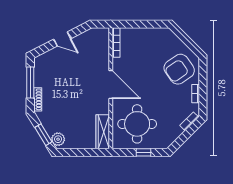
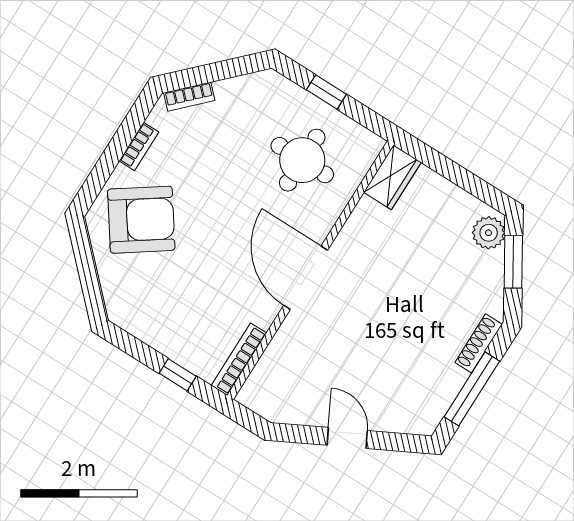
window: (134, 24) -> (178, 375), added
round table: (137, 124) -> (302, 160), width x0.73, depth x0.73
wardrobe: (103, 132) -> (392, 177), width x0.67

